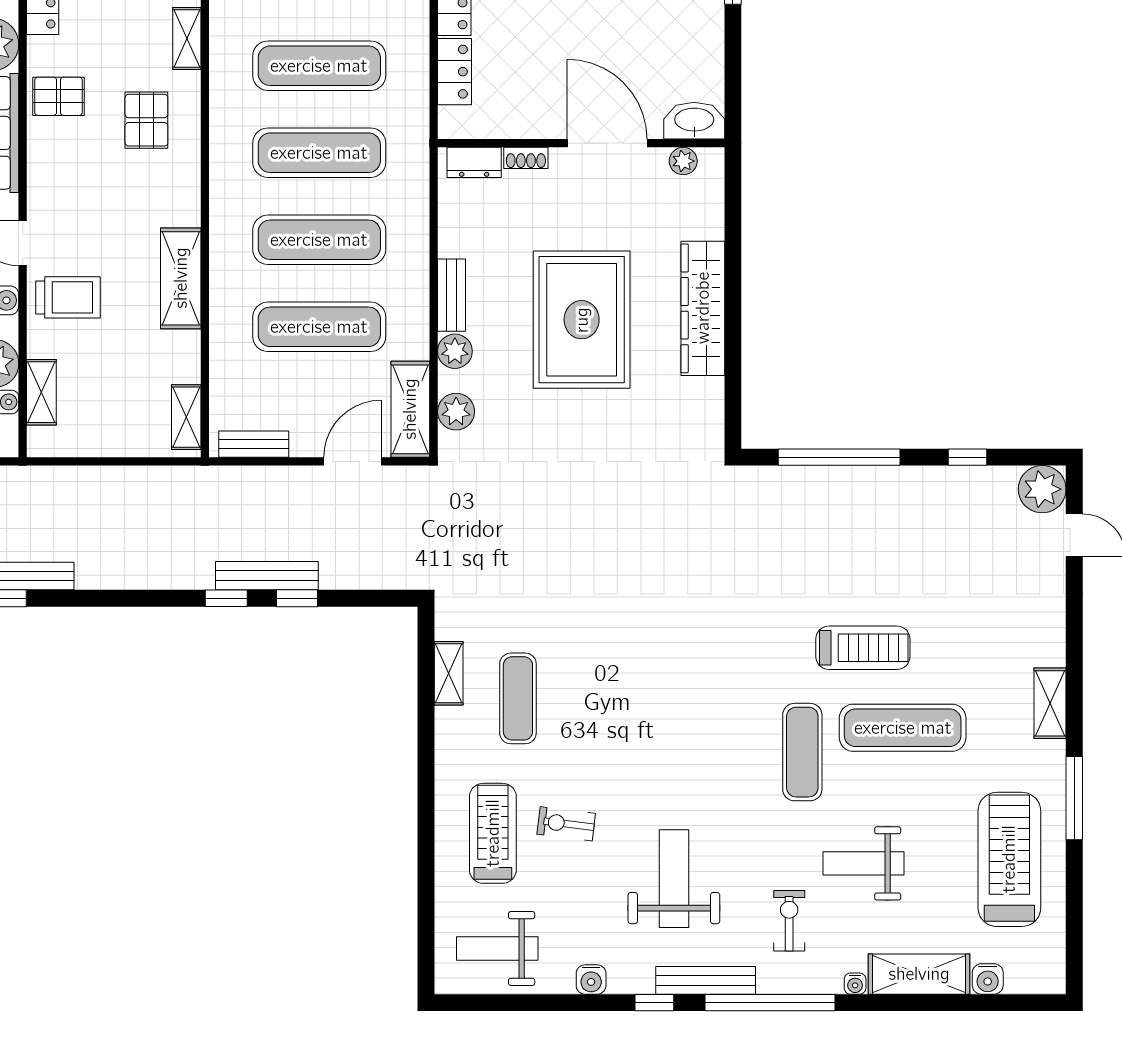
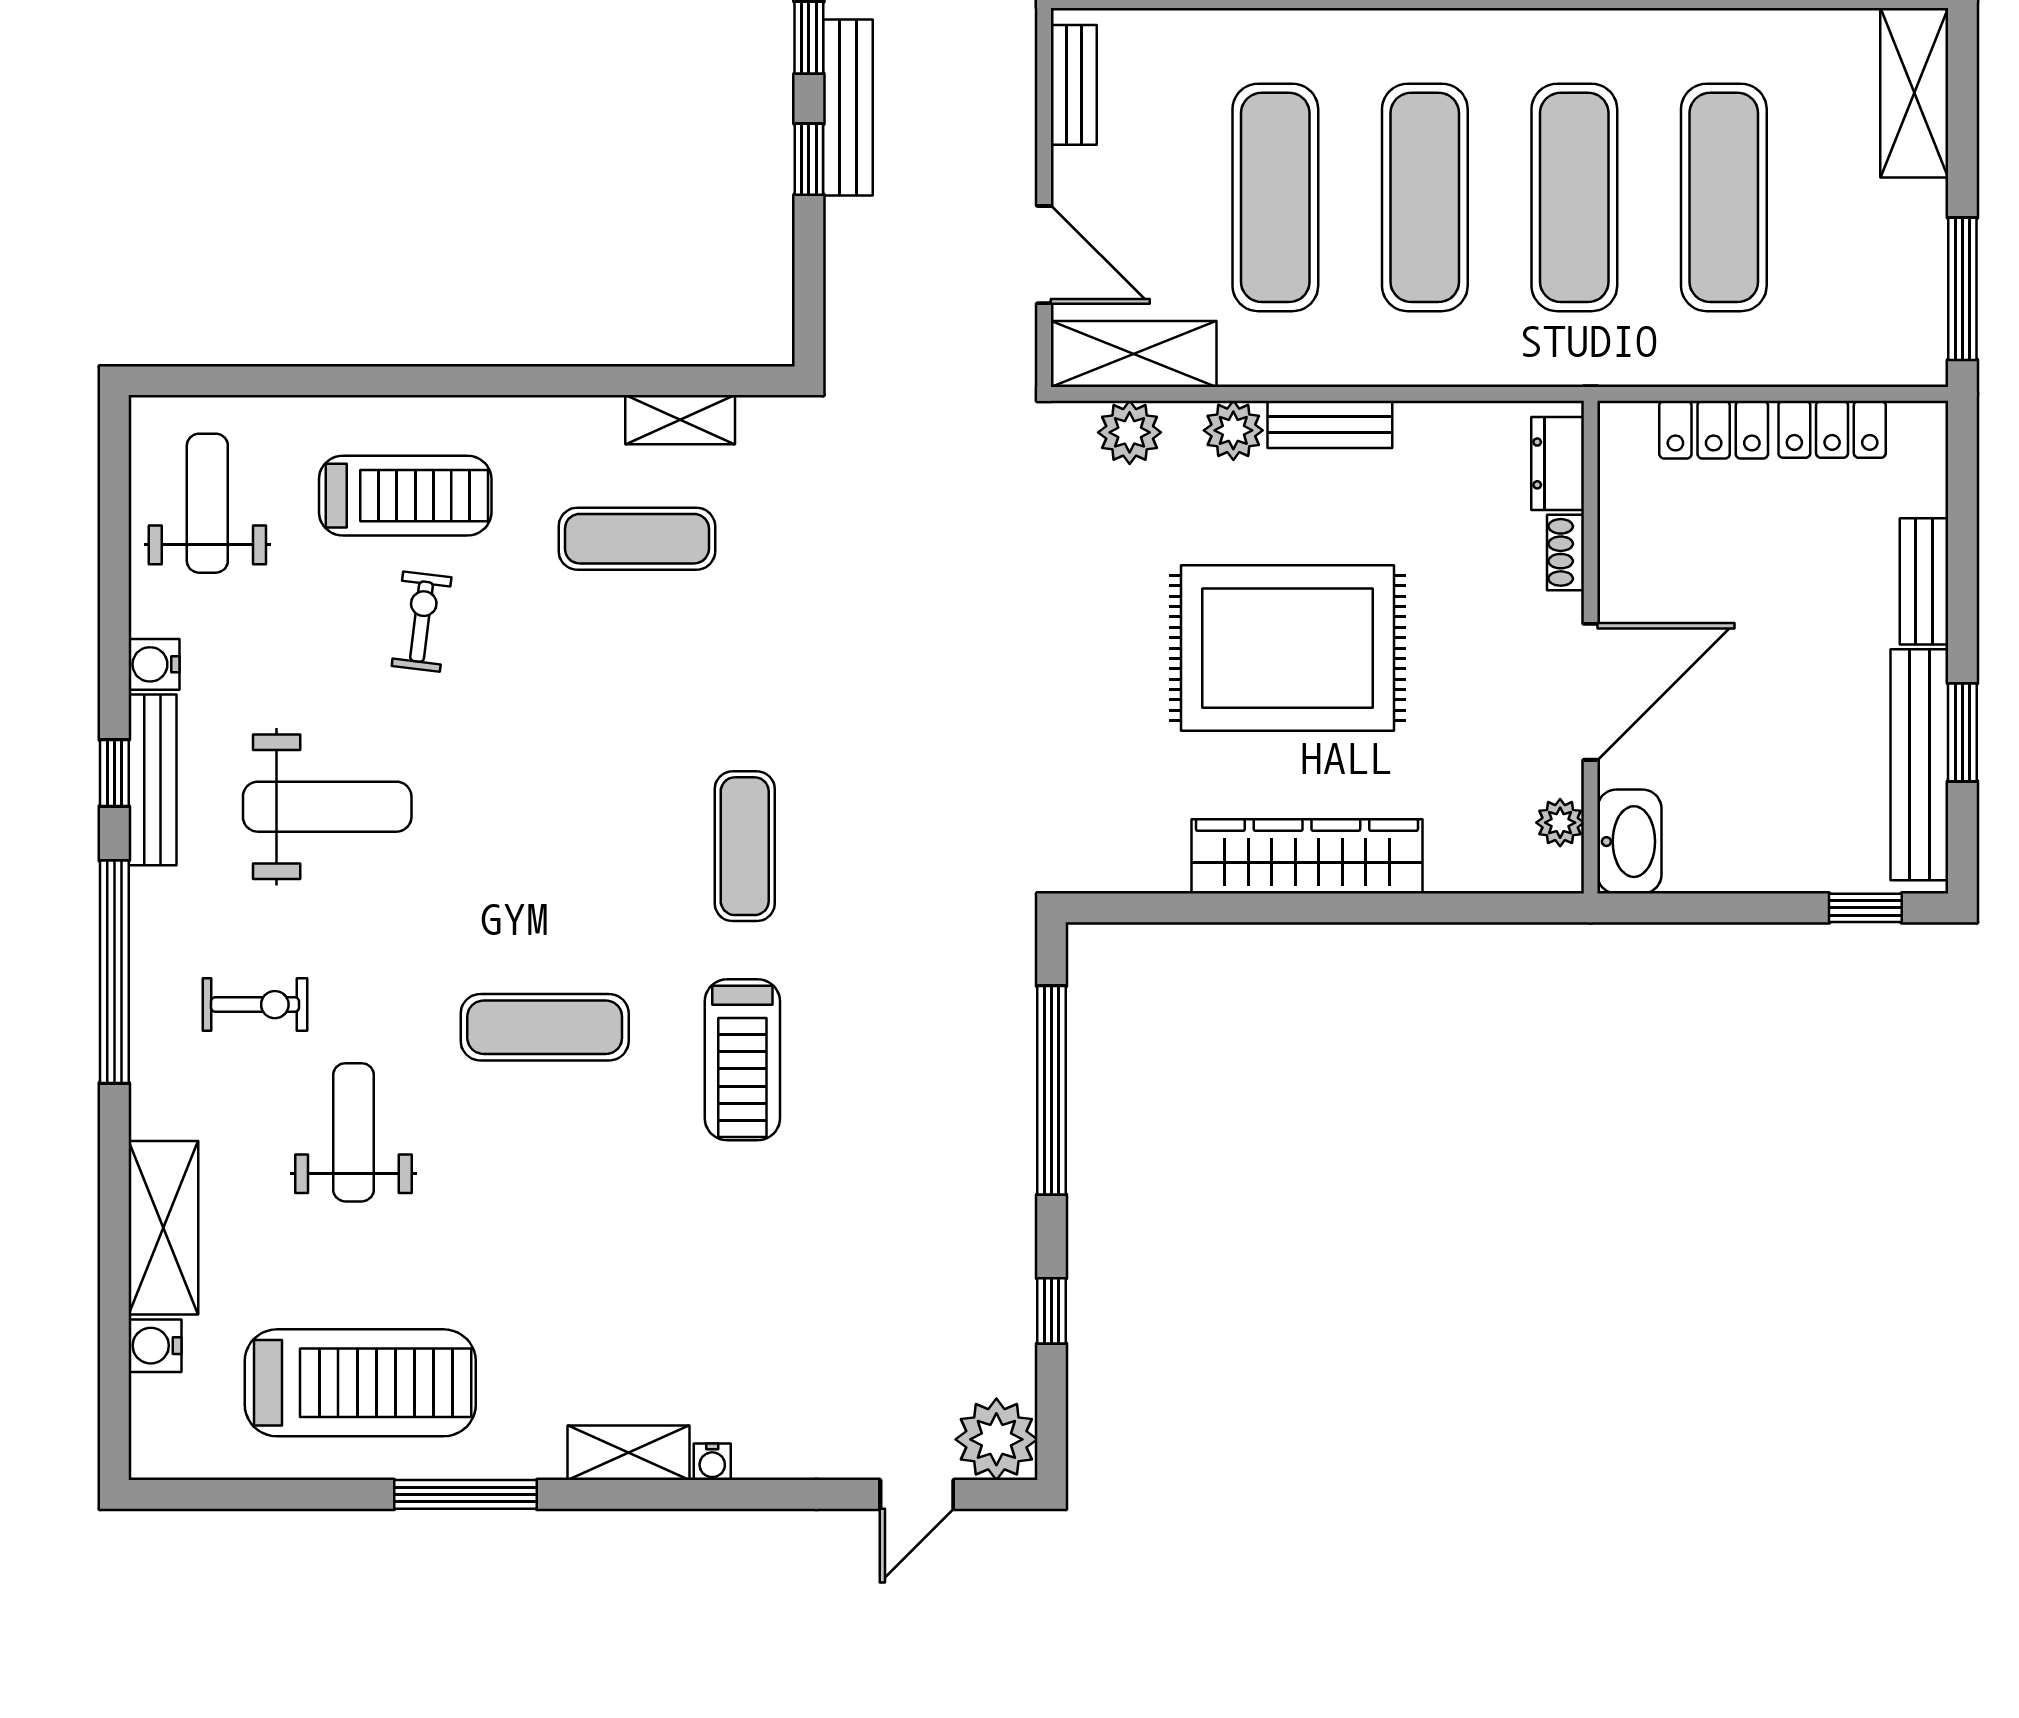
treadmill: (863, 648) -> (742, 1060), moved
exercise mat: (903, 728) -> (745, 846), moved, width x0.73, depth x0.69
bench: (706, 980) -> (153, 780), moved
water cooler: (855, 984) -> (712, 1462), moved, turned -90

